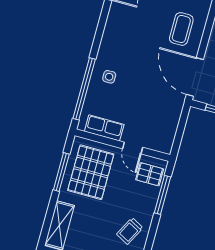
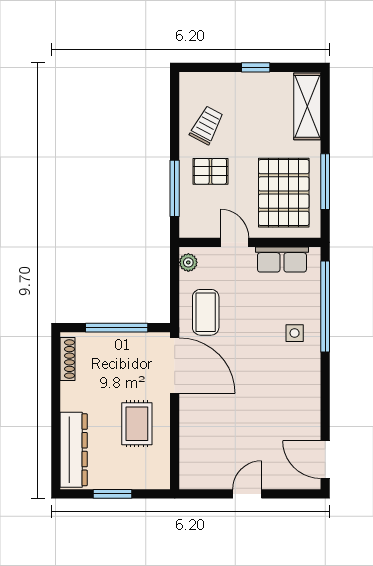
coffee table: (181, 29) -> (206, 312), moved
plant: (167, 143) -> (188, 262), added
pallet: (150, 174) -> (210, 171), moved

